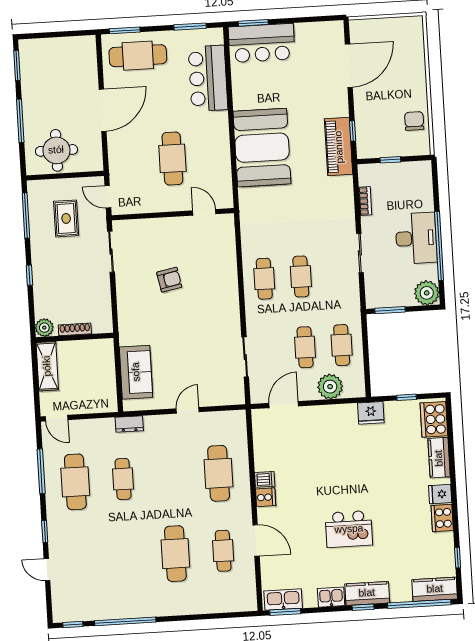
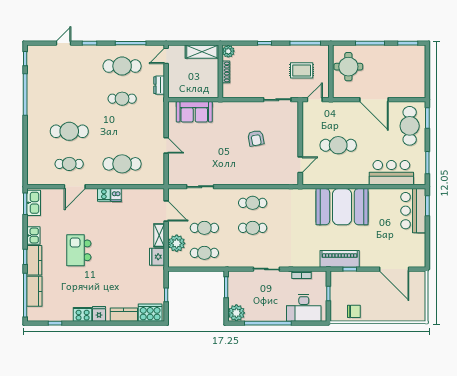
desk: (416, 238) -> (304, 308), moved
shelving: (320, 413) -> (159, 235), added
fridge: (371, 413) -> (157, 257), moved
dresser: (129, 424) -> (159, 85), moved
kitchen counter: (435, 589) -> (34, 291), moved

